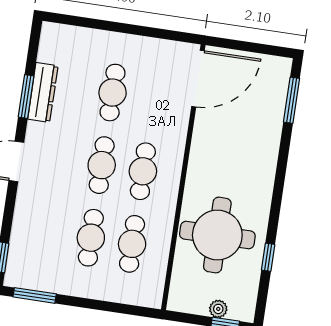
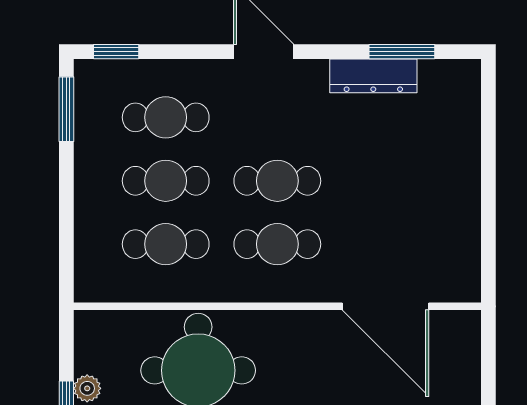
door: (198, 79) -> (385, 306), moved
cafe table: (113, 93) -> (166, 117), moved
window: (26, 96) -> (402, 52), moved

